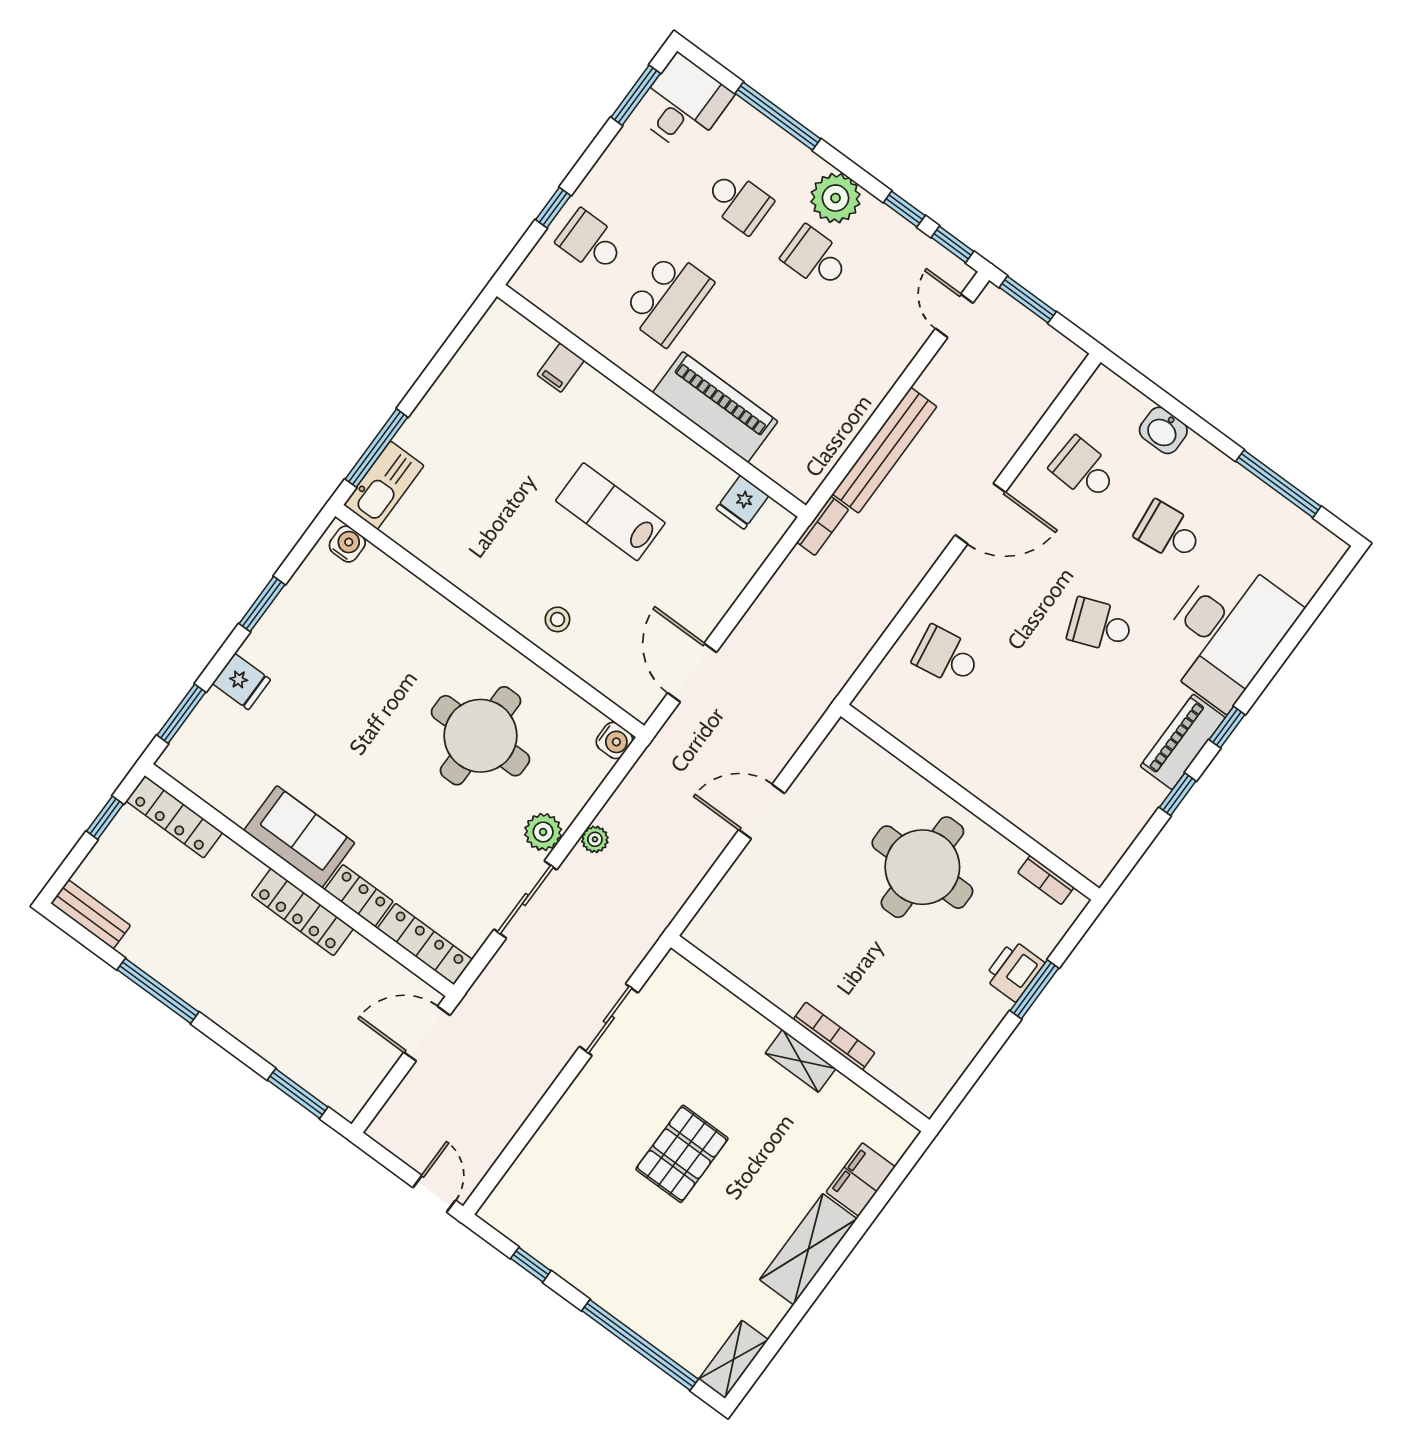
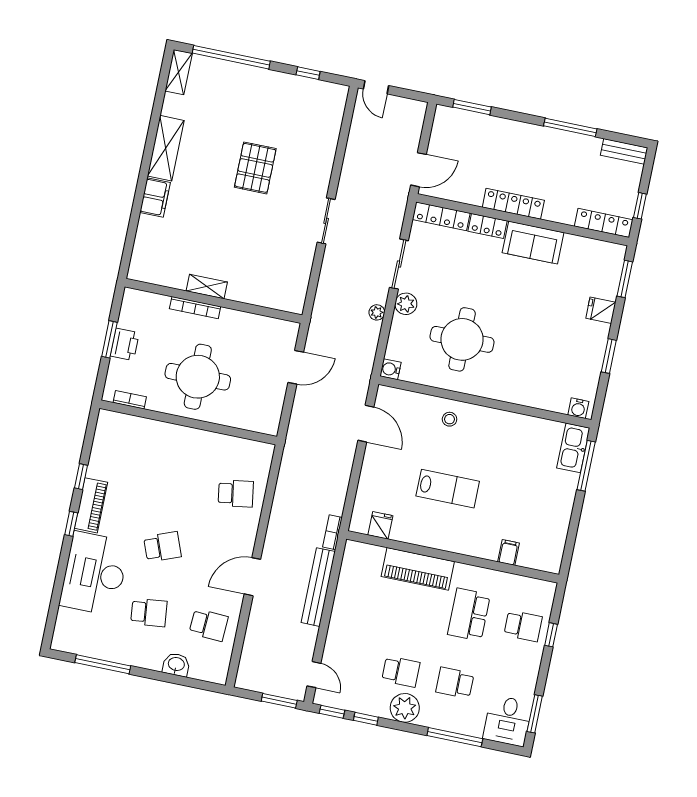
wall: (800, 1034) -> (213, 301), moved
bookcase: (834, 1036) -> (195, 308), moved
shelving: (801, 1061) -> (207, 287), moved

